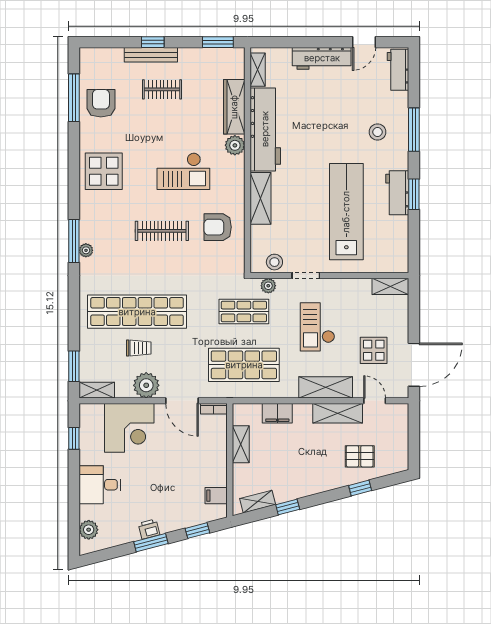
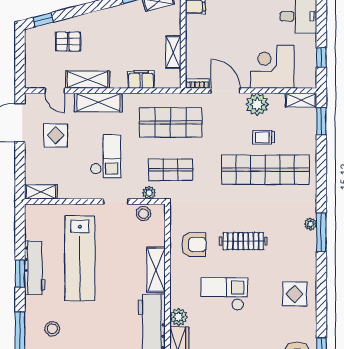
display table: (104, 171) -> (295, 294), width x0.73, depth x0.73
workbench: (397, 193) -> (35, 268), width x1.38
window: (360, 488) -> (43, 20), moved

